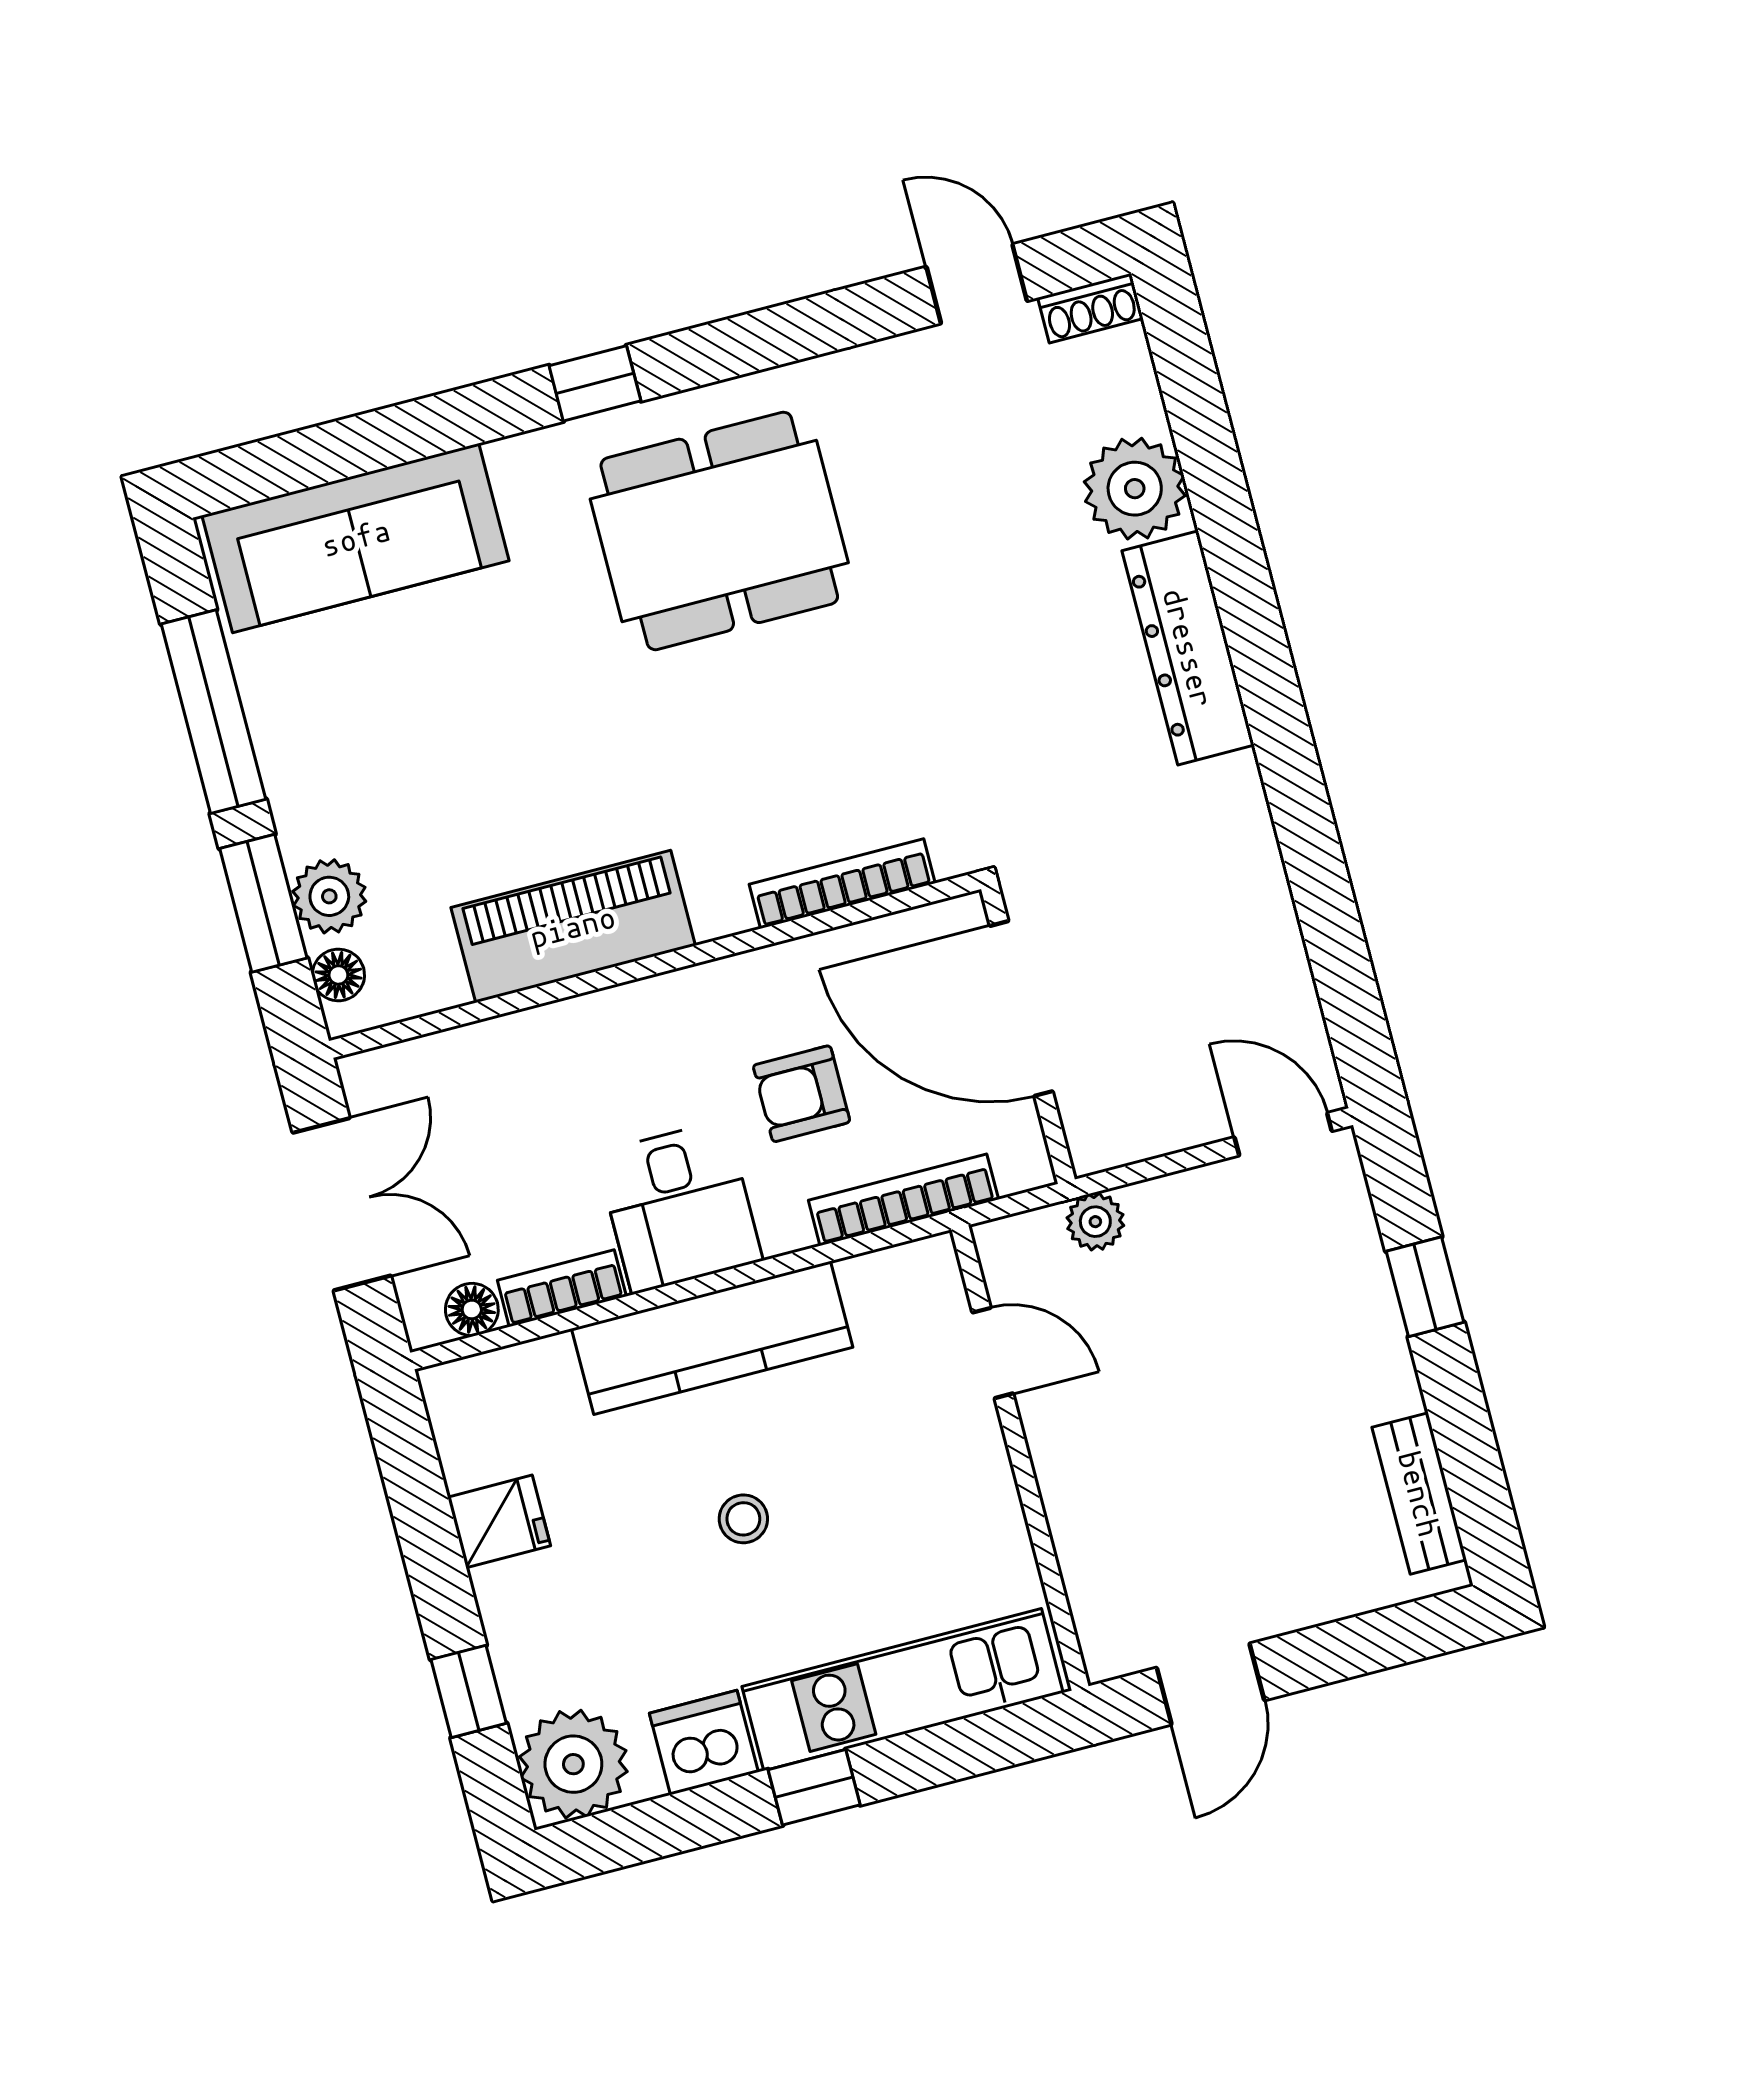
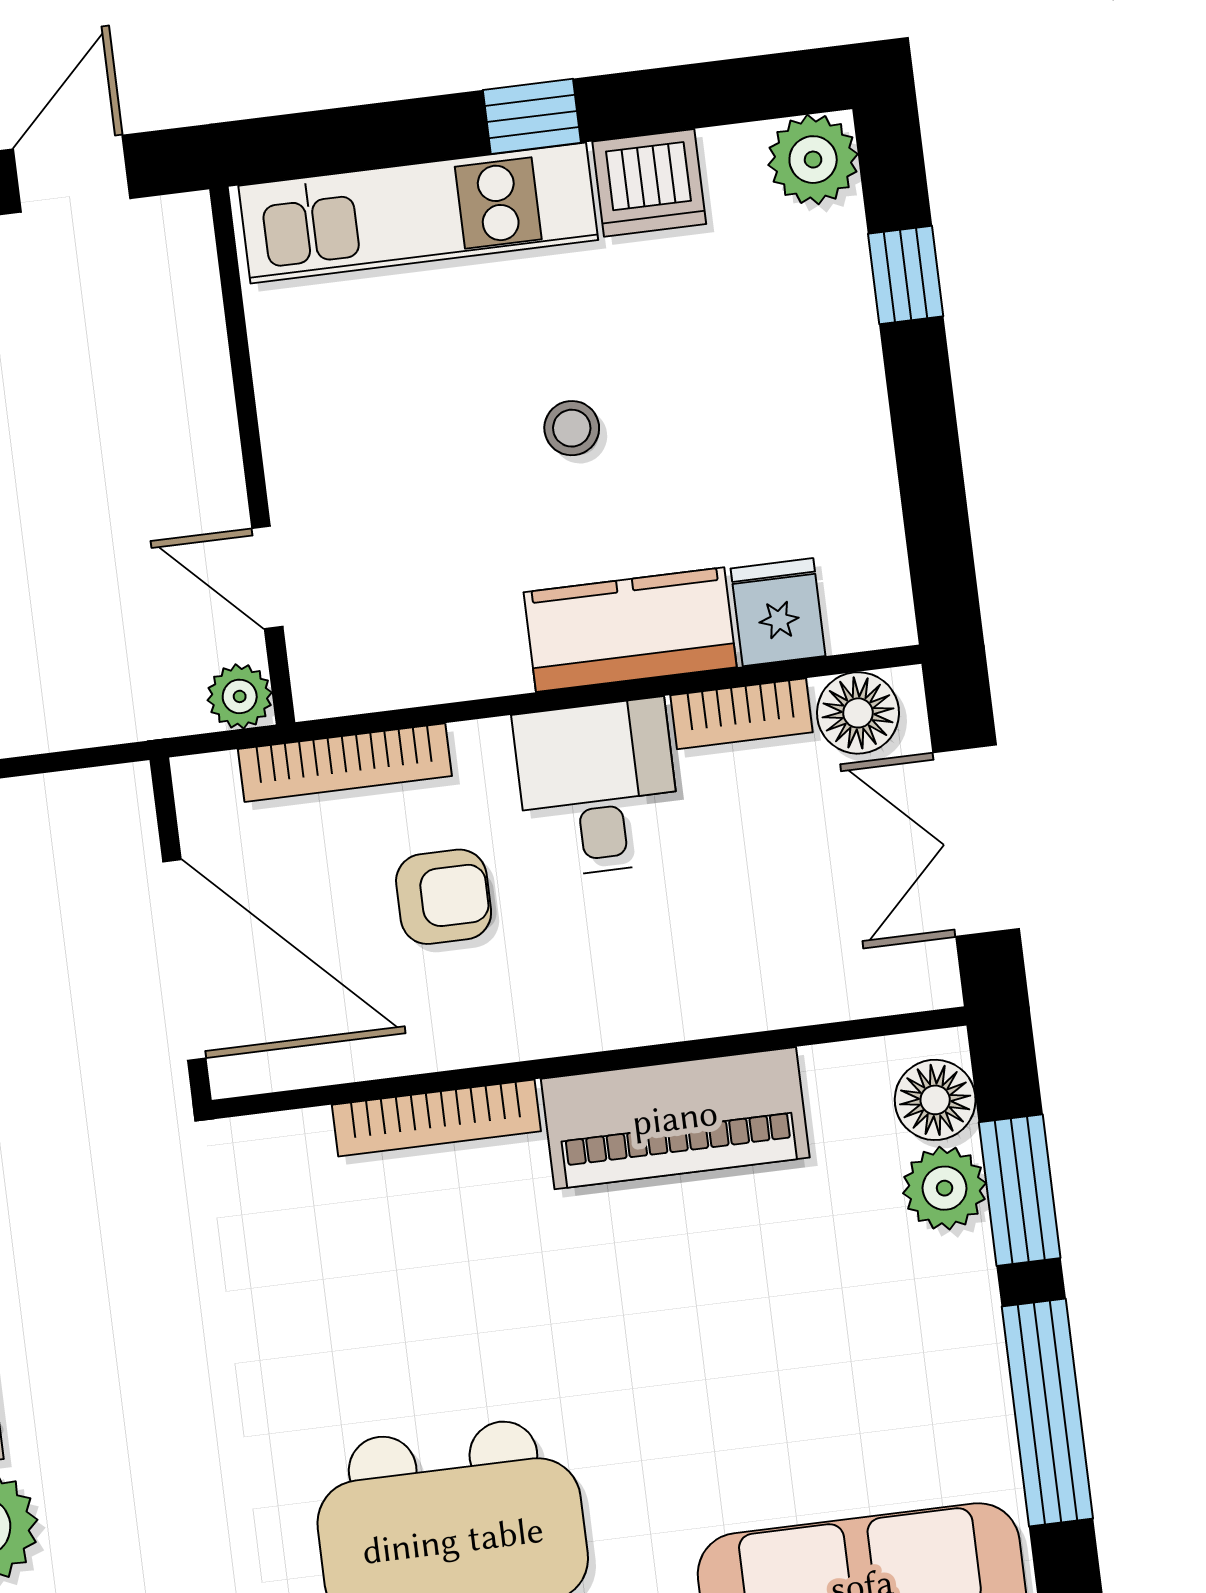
bookcase: (842, 884) -> (436, 1118), moved
floor lamp: (338, 975) -> (935, 1100), width x1.37, depth x1.37
plant: (1095, 1222) -> (240, 696), moved
floor lamp: (472, 1309) -> (858, 713), width x1.37, depth x1.37
kitchen counter: (712, 1338) -> (630, 630), width x0.67
fridge: (499, 1521) -> (778, 612), moved, turned 90
plant: (573, 1764) -> (813, 160), width x0.73, depth x0.73

